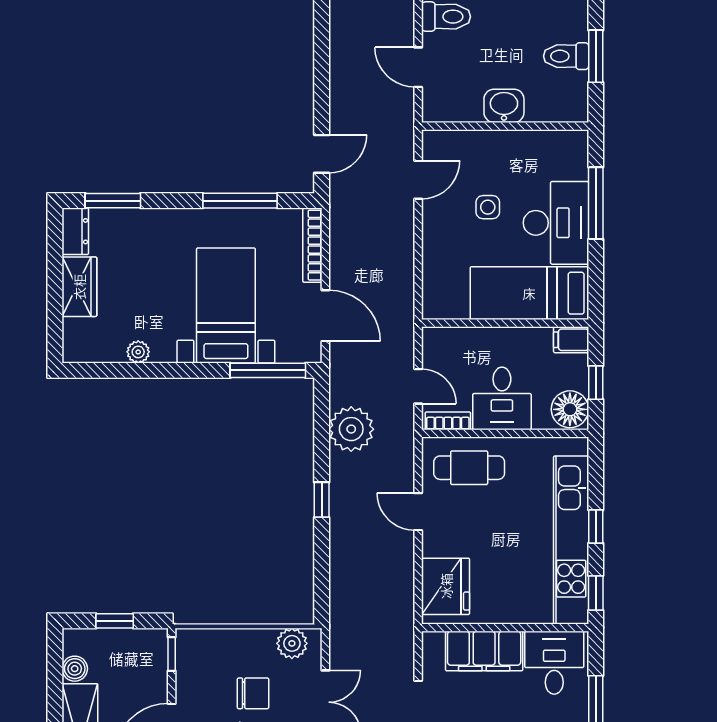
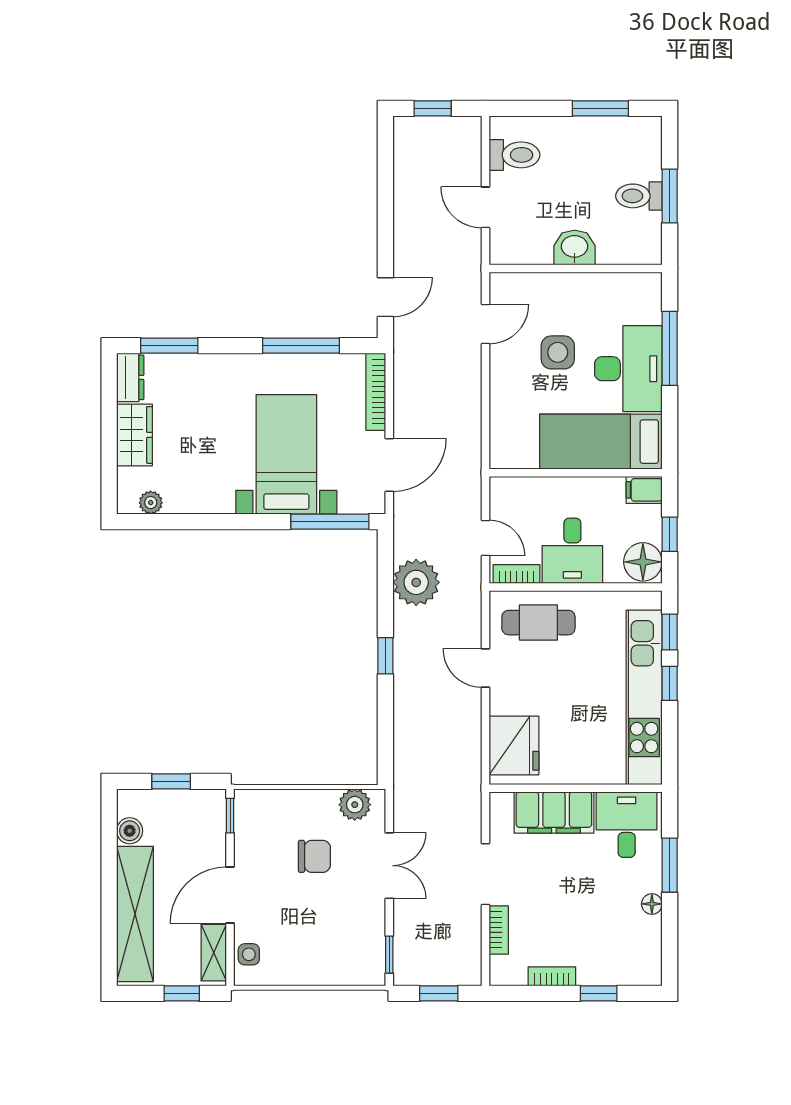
side table: (488, 207) -> (558, 352), width x1.37, depth x1.37
door: (325, 316) -> (389, 465), hinge flipped
plant: (138, 352) -> (151, 503), moved
window: (596, 593) -> (670, 632), moved

